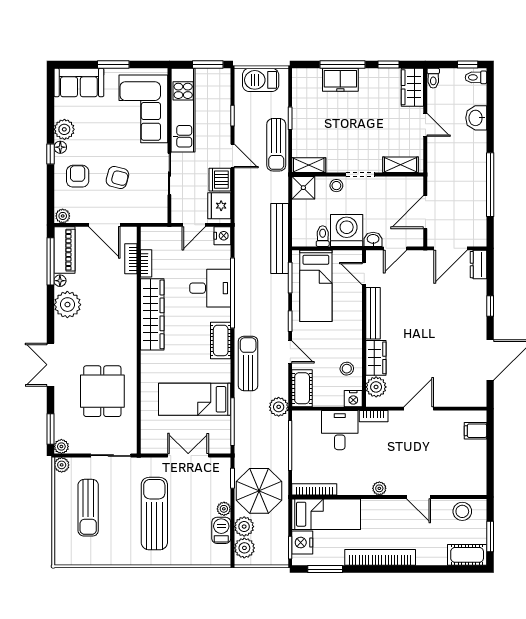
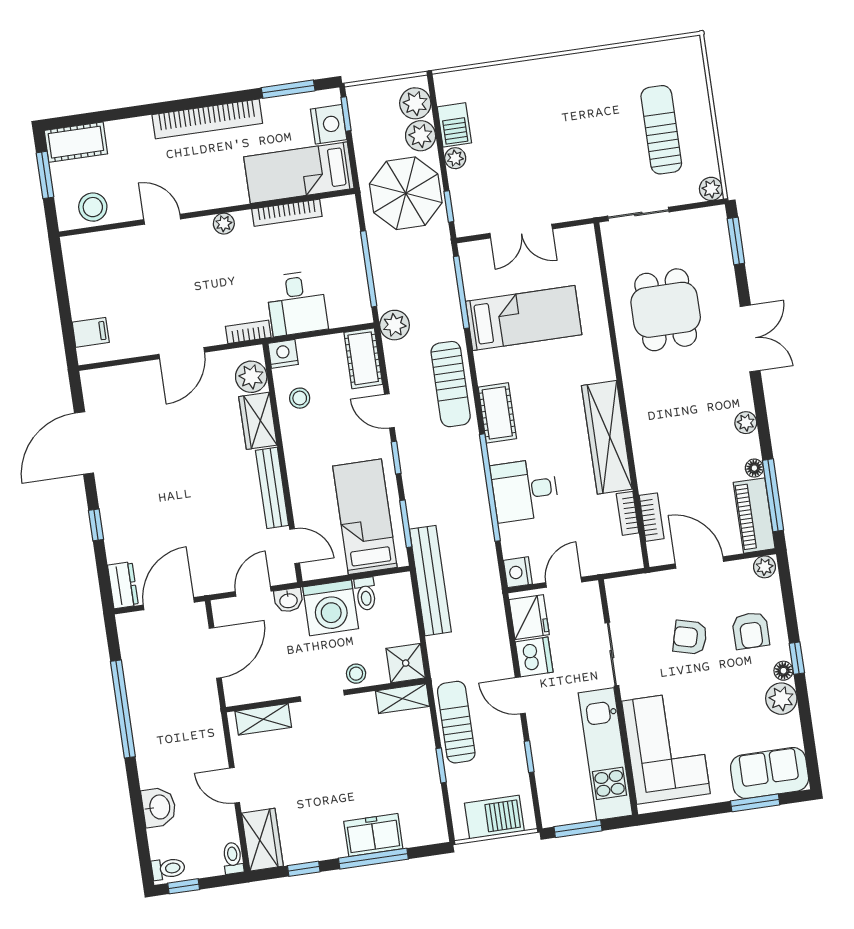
window: (113, 65) -> (755, 803), moved
plant: (67, 305) -> (746, 423), width x0.53, depth x0.53
plant: (61, 446) -> (716, 217), removed
bookcase: (314, 489) -> (287, 213), moved
sun lounger: (154, 514) -> (560, 136), removed

